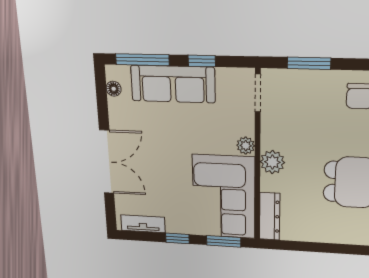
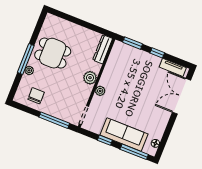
window: (309, 63) -> (54, 120), width x1.44
double door: (107, 162) -> (182, 96), moved
corner sofa: (224, 197) -> (122, 68), removed

